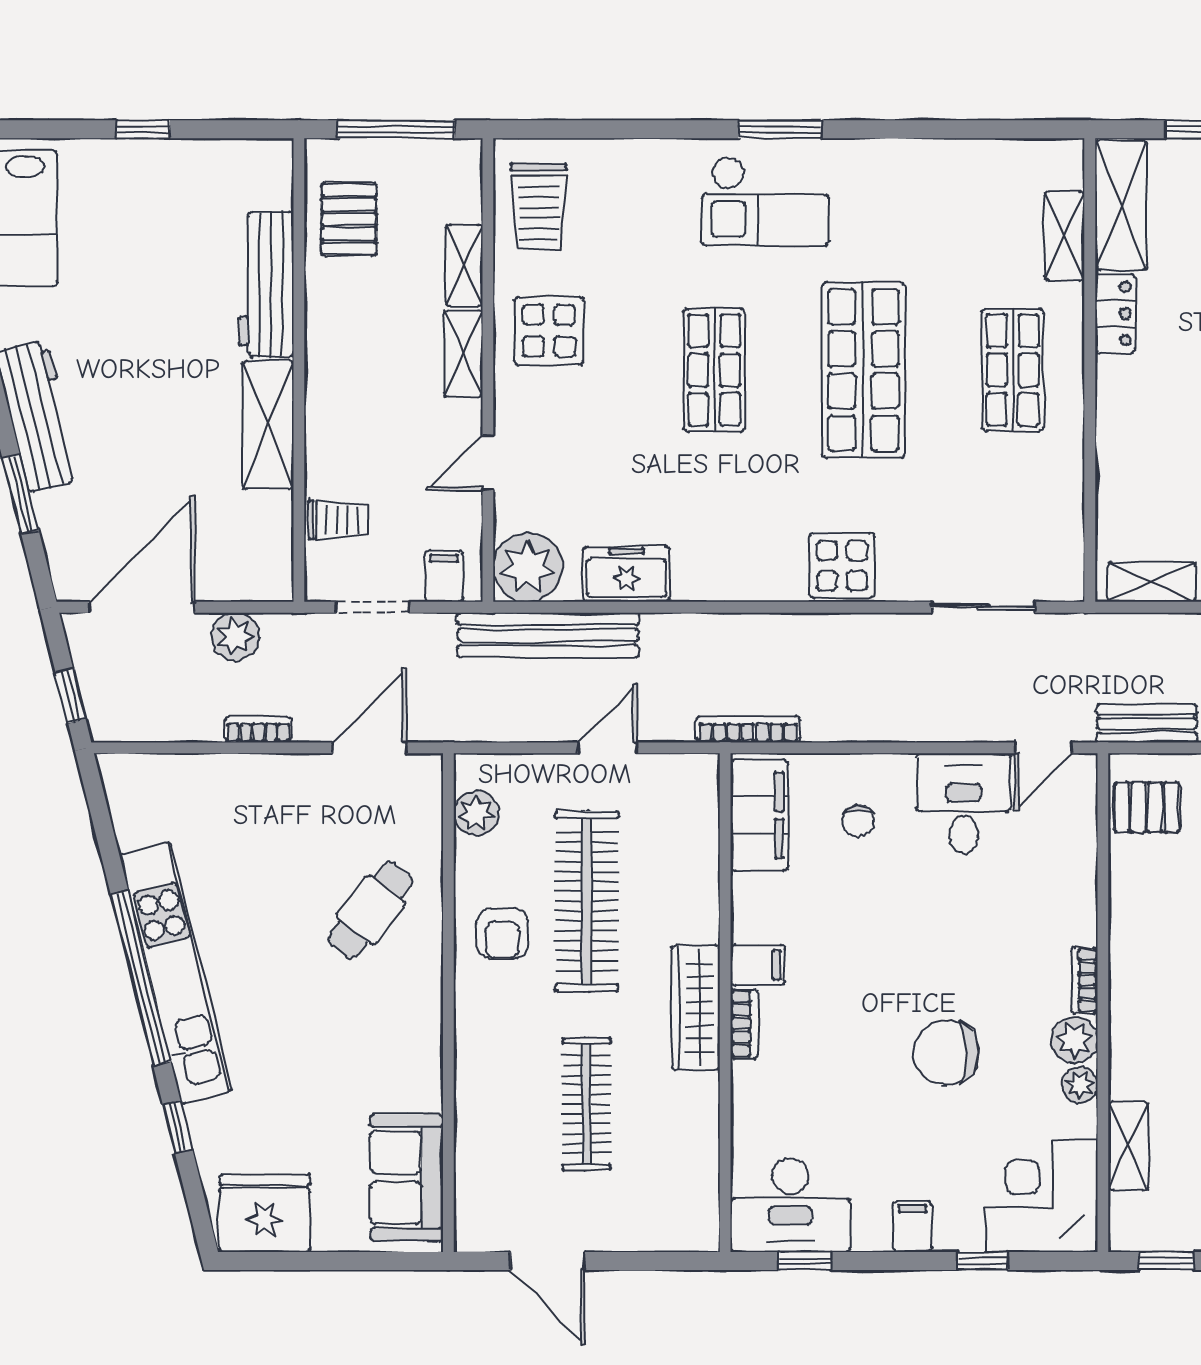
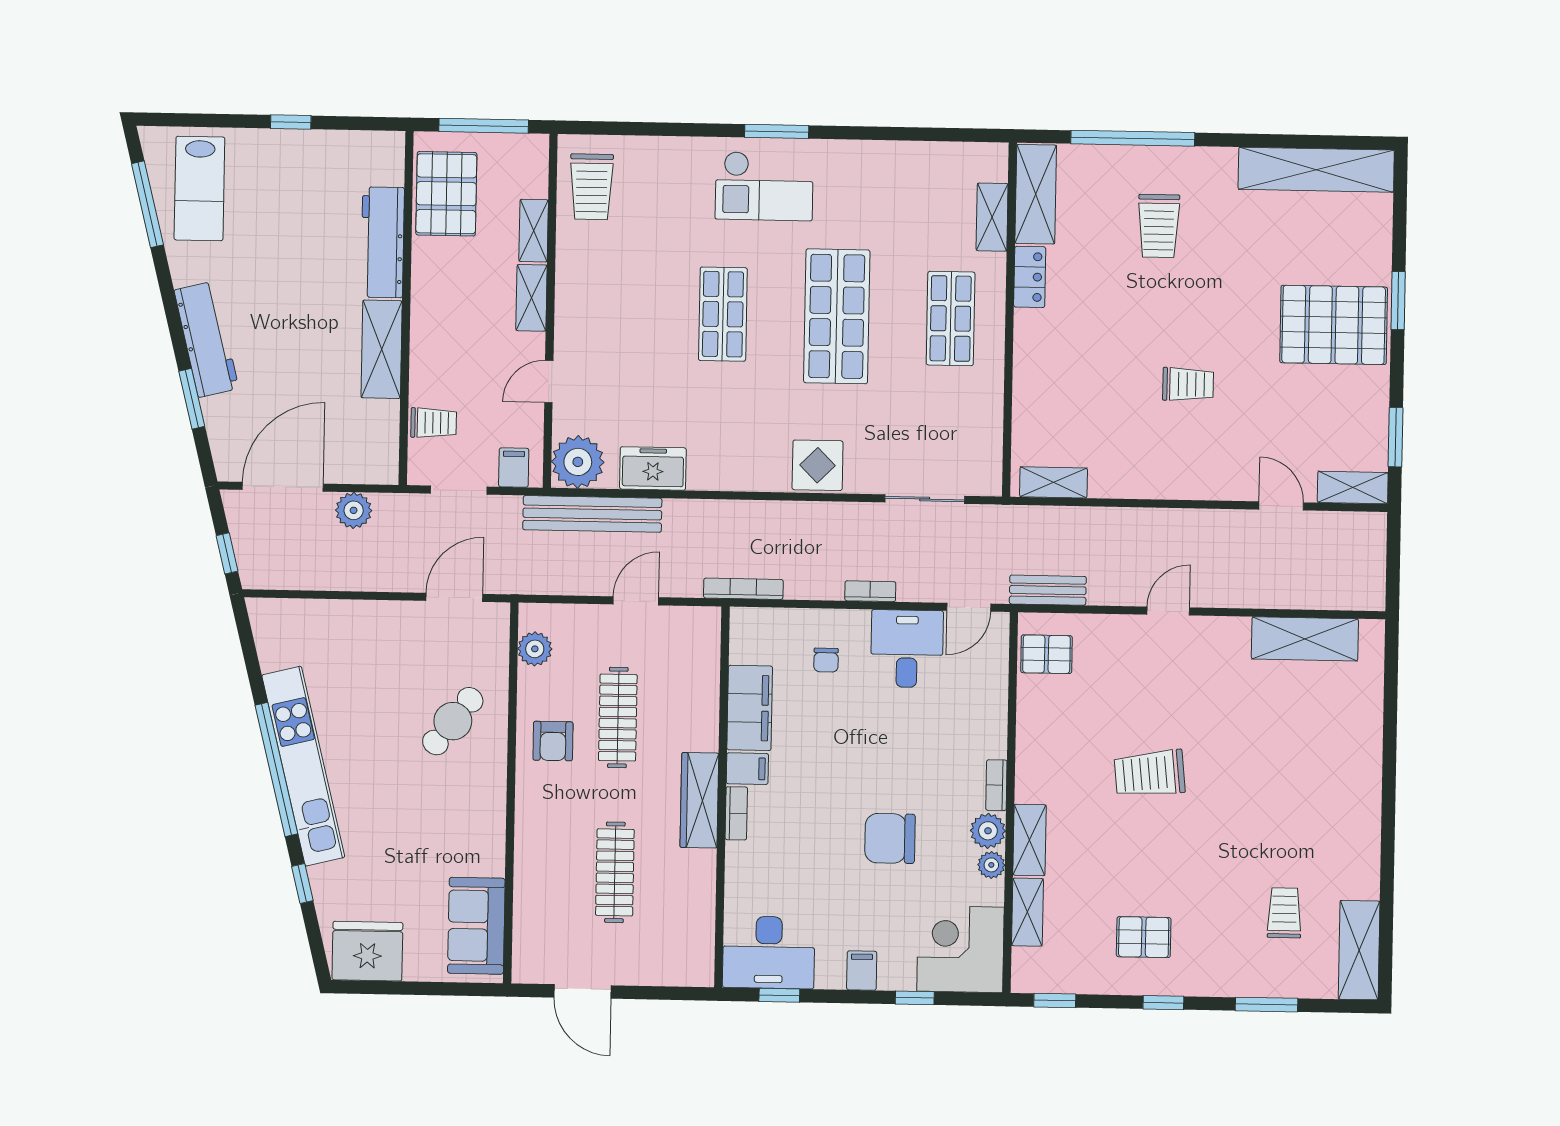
pallet: (349, 219) -> (446, 194), width x1.50, depth x1.42
display table: (549, 331) -> (597, 282), removed
bookcase: (258, 729) -> (870, 591), moved
filing cabinet: (759, 815) -> (750, 708), moved
clothes rail: (587, 901) -> (618, 718), width x0.73, depth x0.76
shelving: (1129, 1051) -> (1030, 840), added

